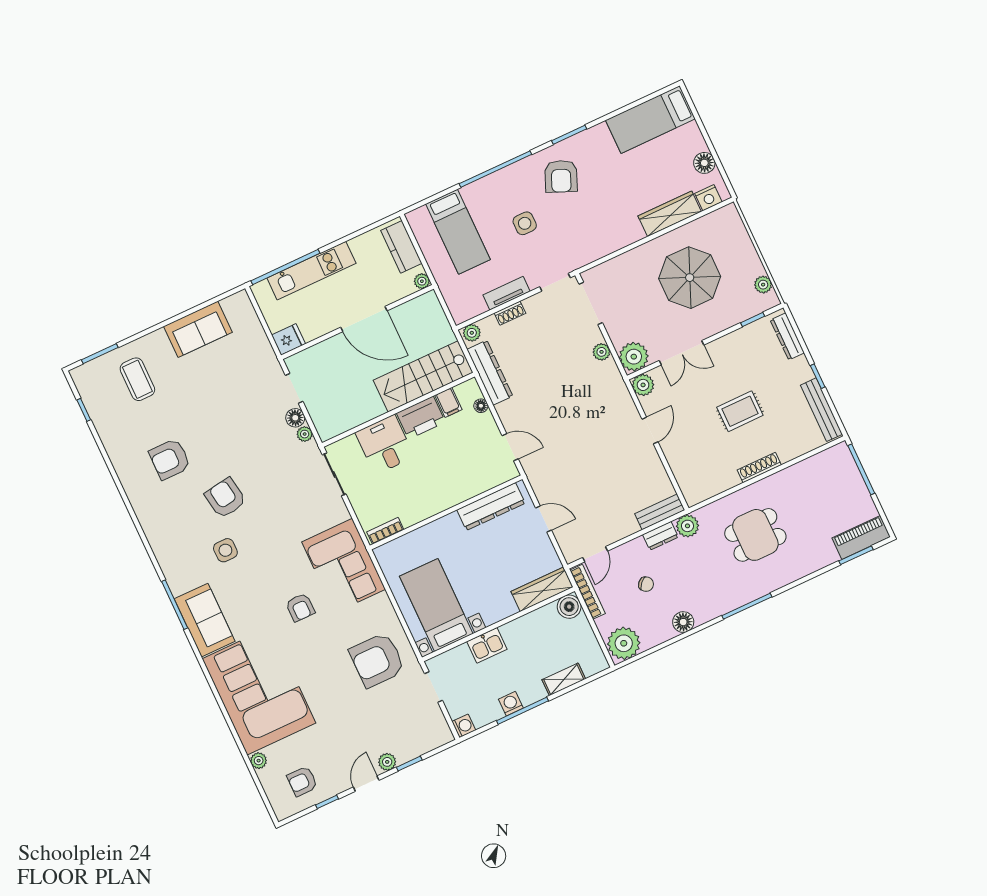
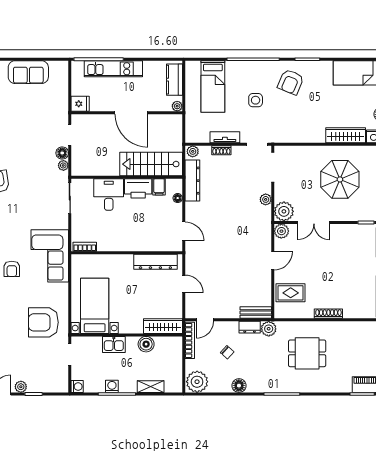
rug: (740, 411) -> (291, 293), moved
boiler: (569, 607) -> (146, 344), moved

